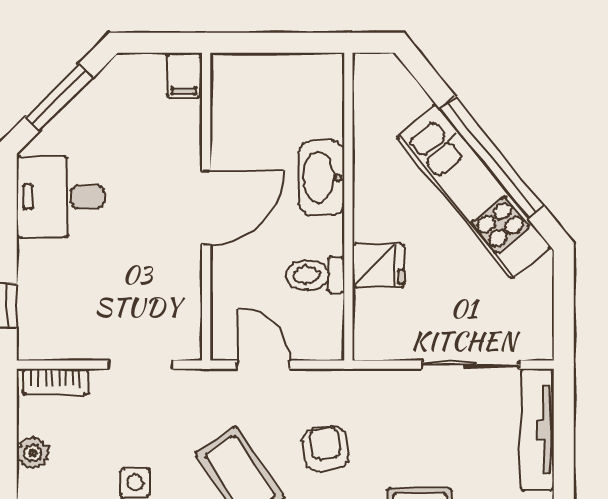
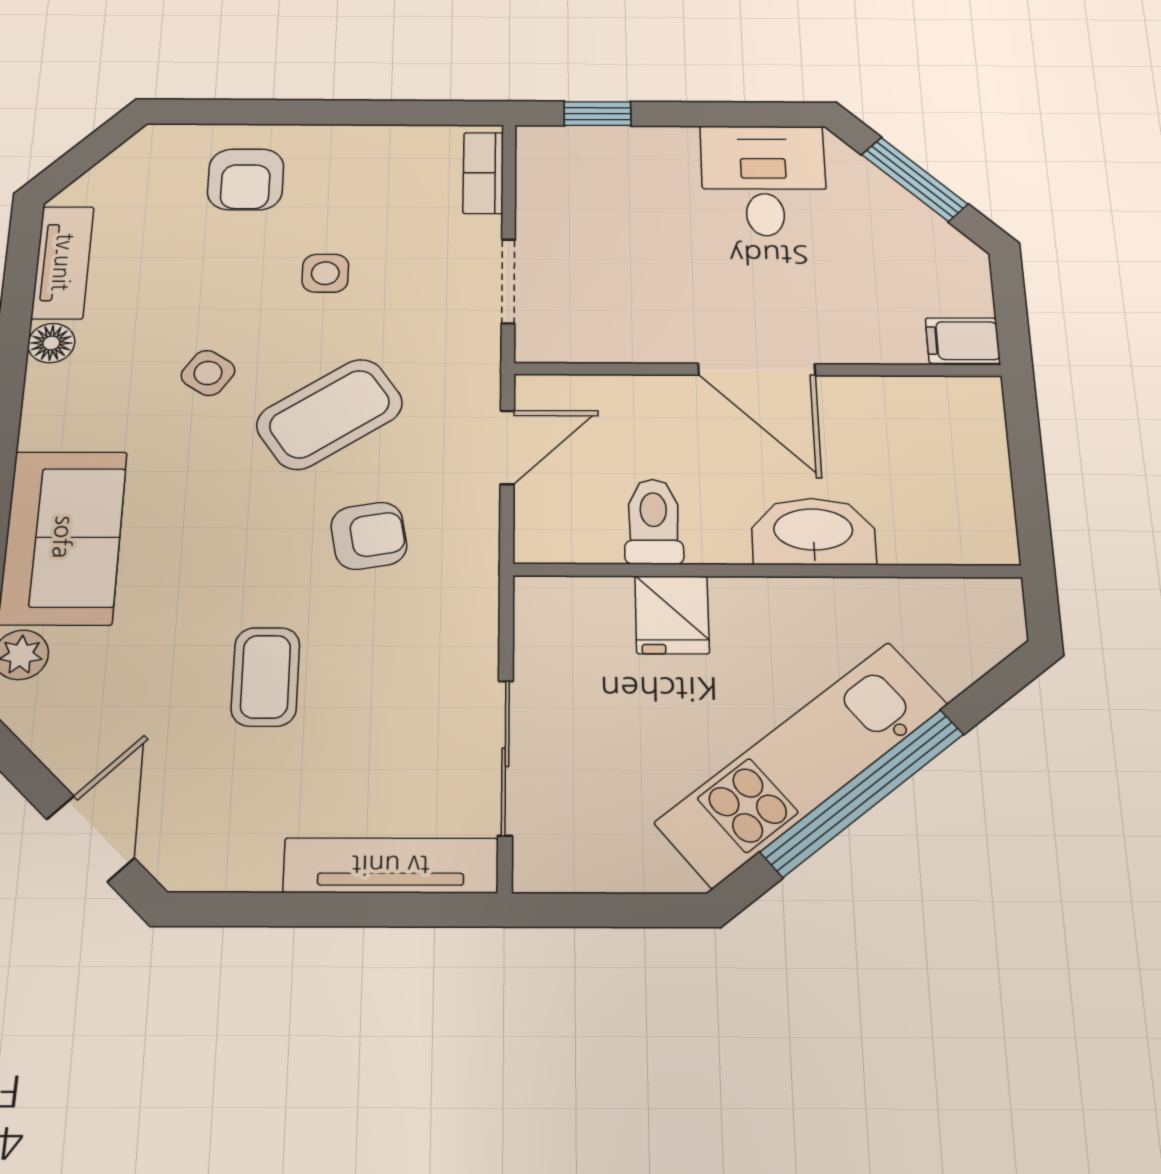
plant: (33, 453) -> (376, 144), removed

